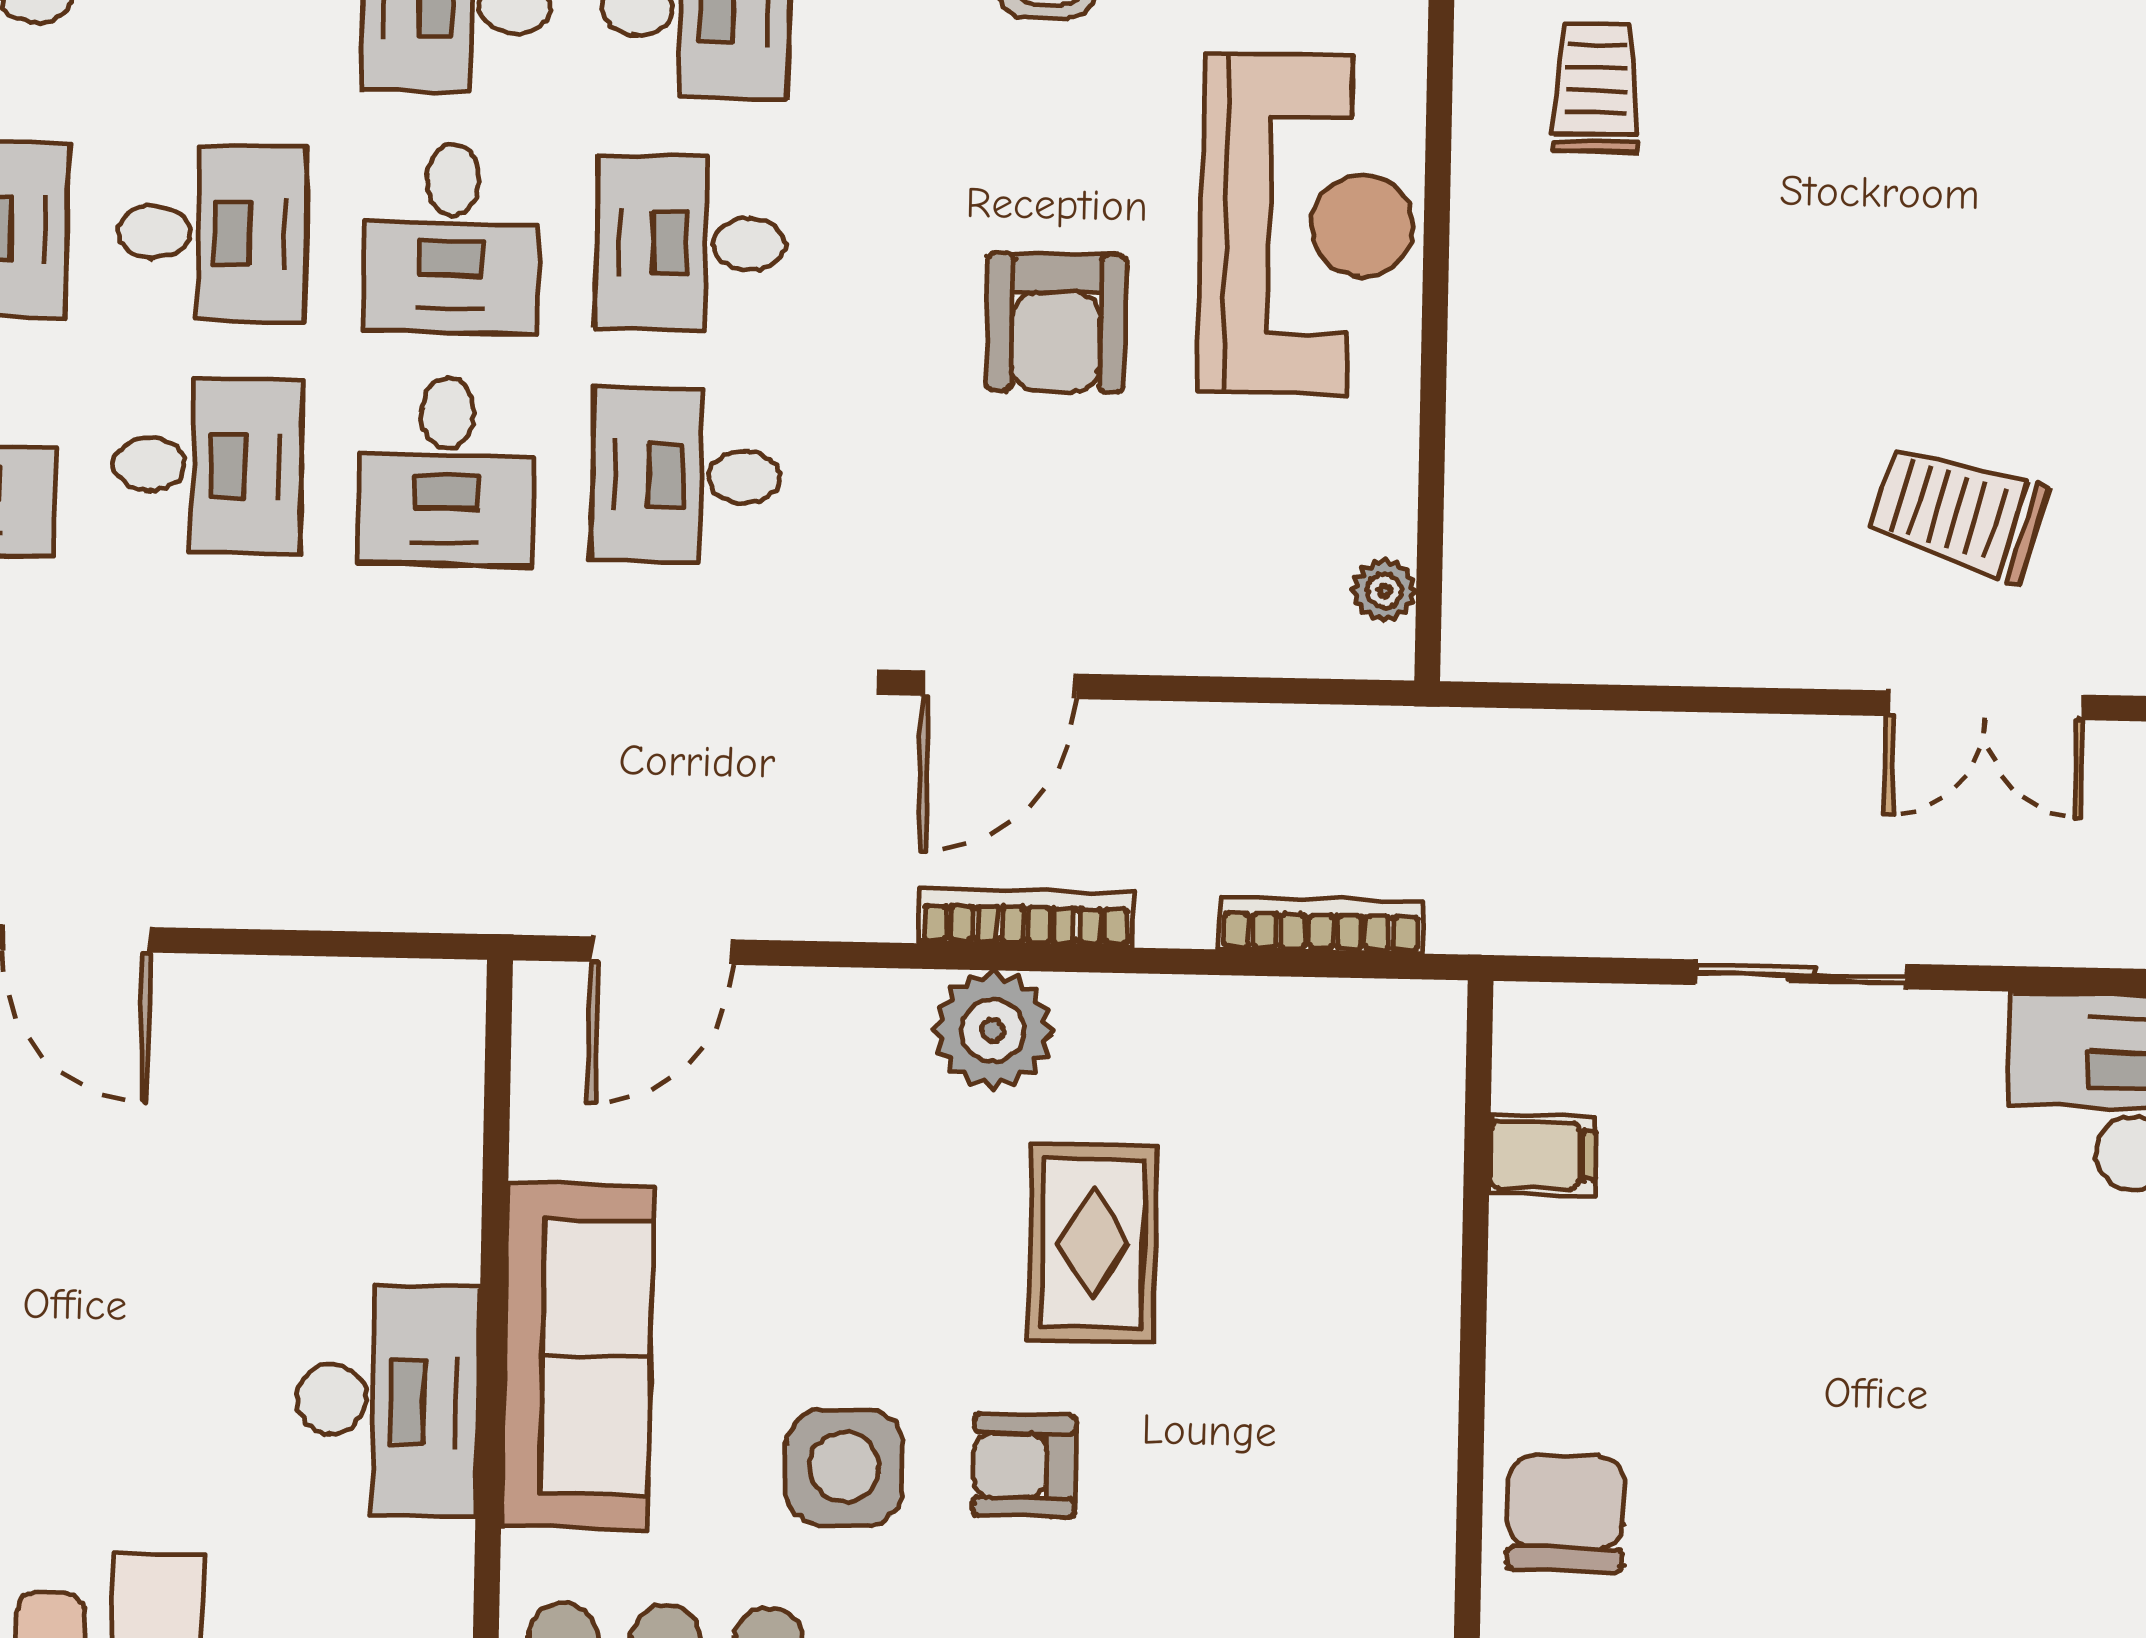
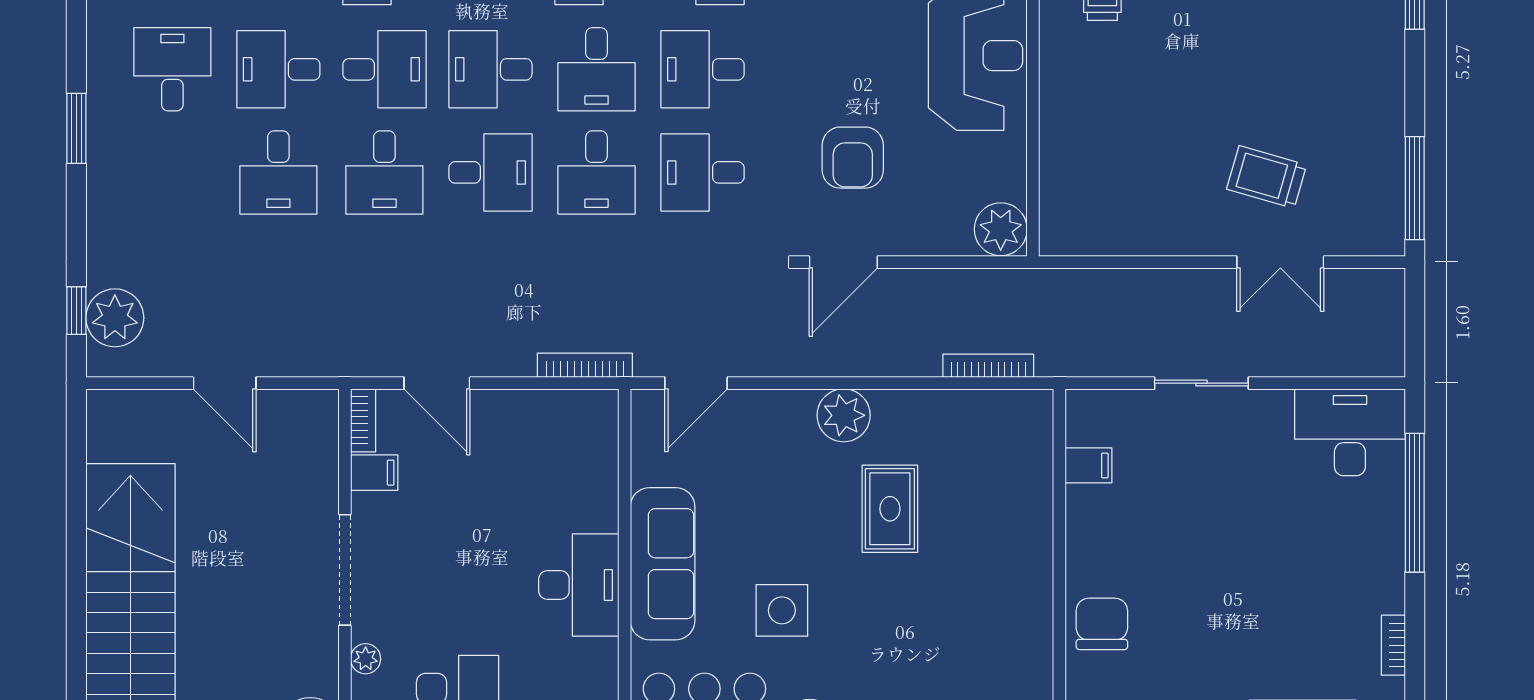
desk: (212, 233) -> (490, 69), turned 180
armchair: (1056, 323) -> (853, 158), moved
plant: (1384, 591) -> (1001, 229), width x1.87, depth x1.87
bookcase: (1026, 918) -> (585, 365), moved
armchair: (1024, 1466) -> (862, 608), removed

